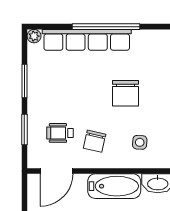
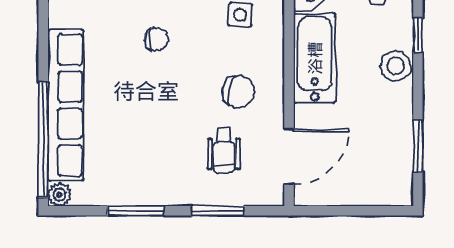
window: (106, 27) -> (43, 140), moved
chair: (125, 93) -> (157, 39), width x0.54, depth x0.54
door: (56, 171) -> (289, 156), hinge flipped

